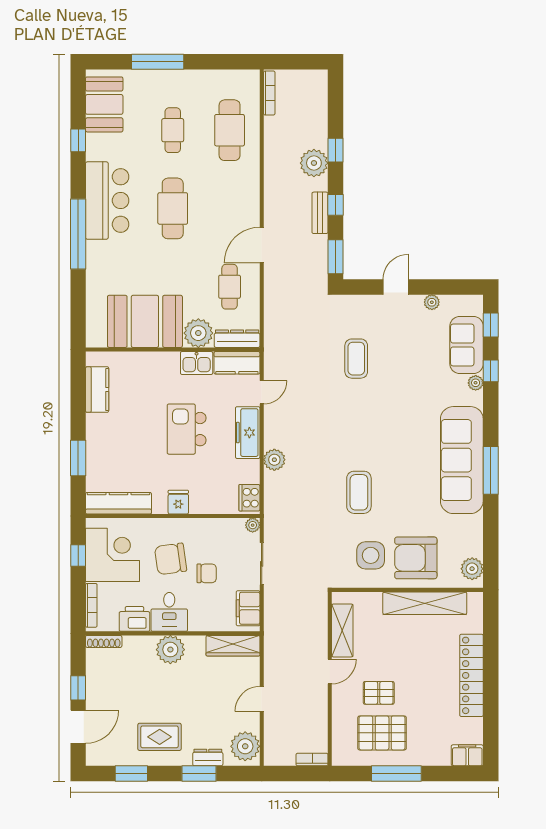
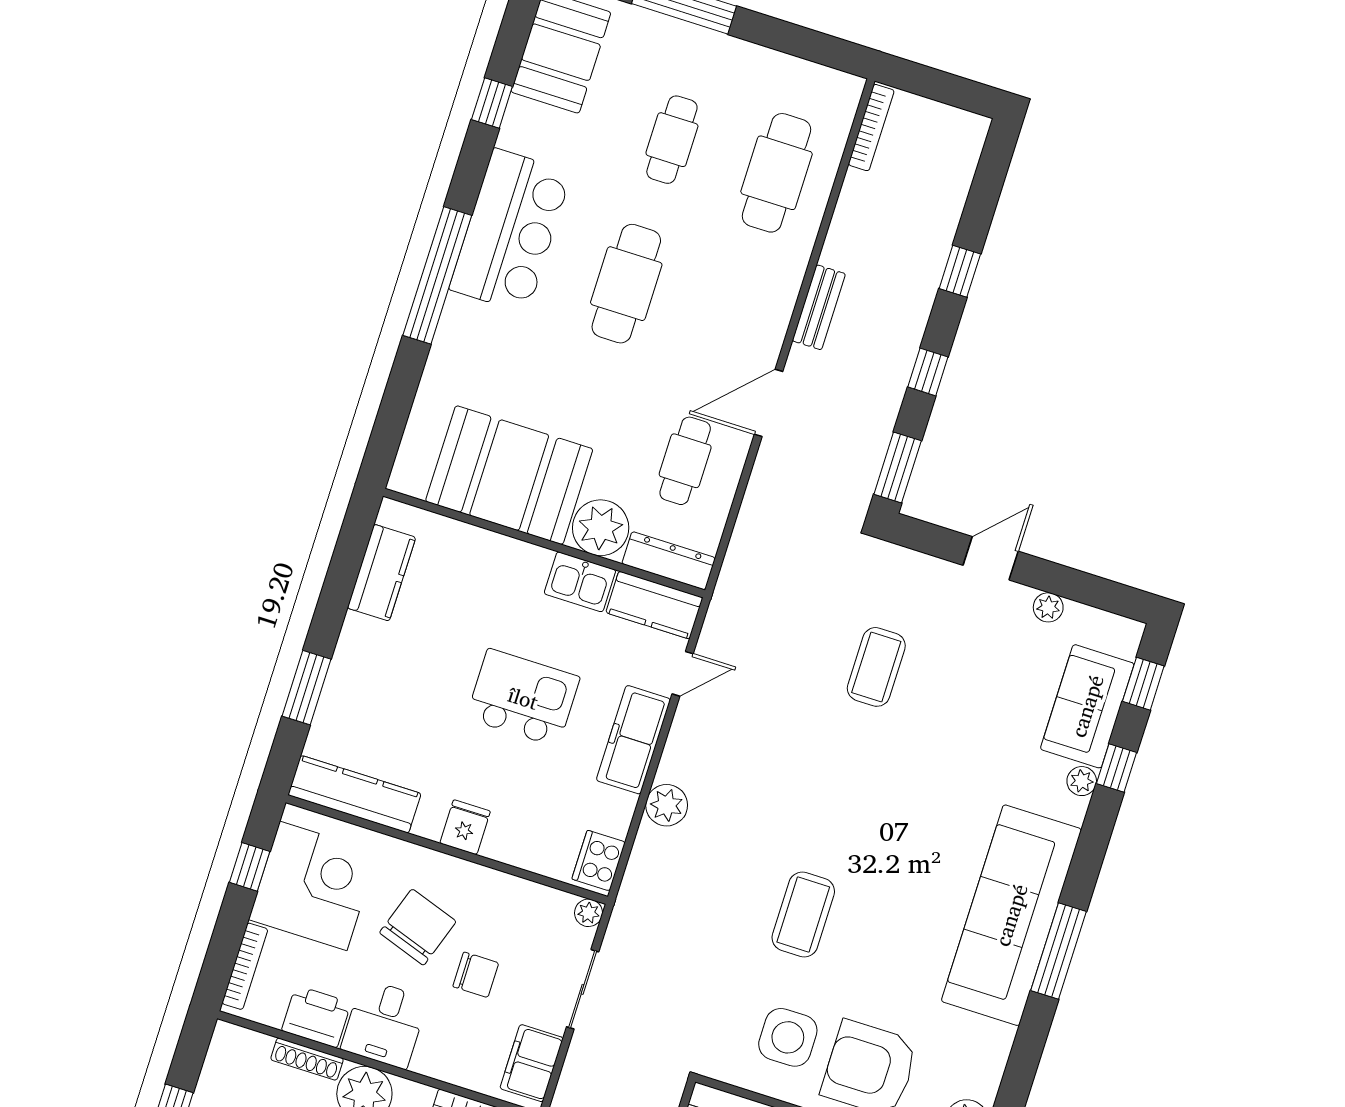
plant: (314, 163) -> (913, 282), removed
bench: (320, 213) -> (819, 307), moved
kitchen island: (187, 429) -> (523, 698), turned 90
chair: (171, 559) -> (418, 927), turned 117
shoe rack: (104, 641) -> (307, 1059), moved

